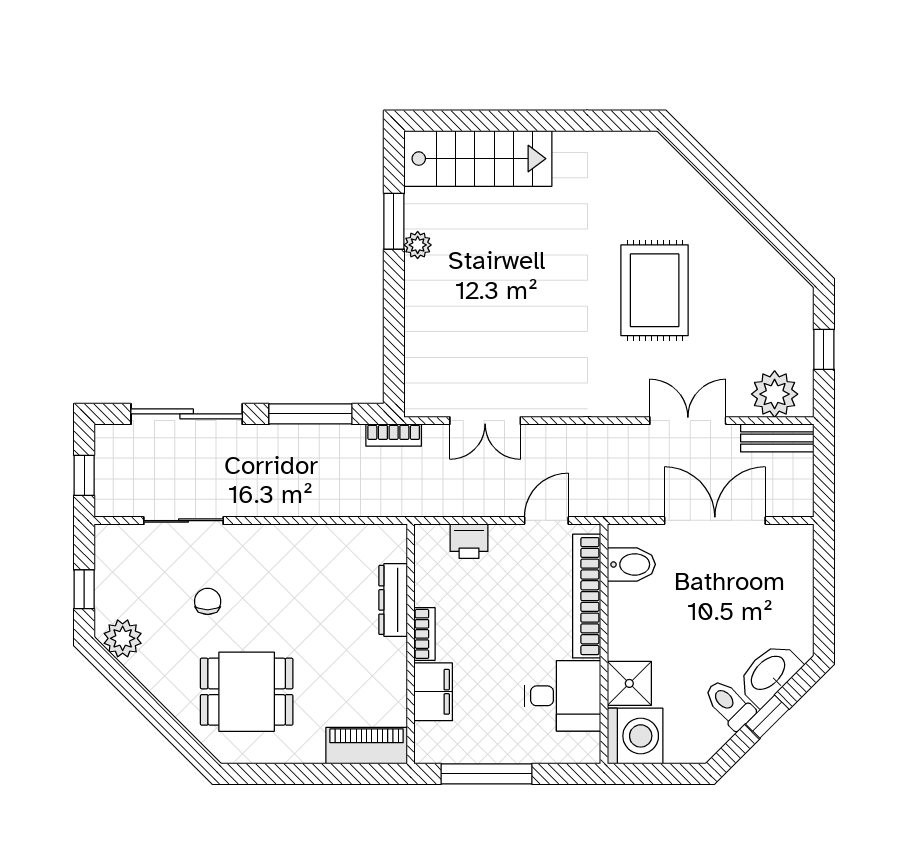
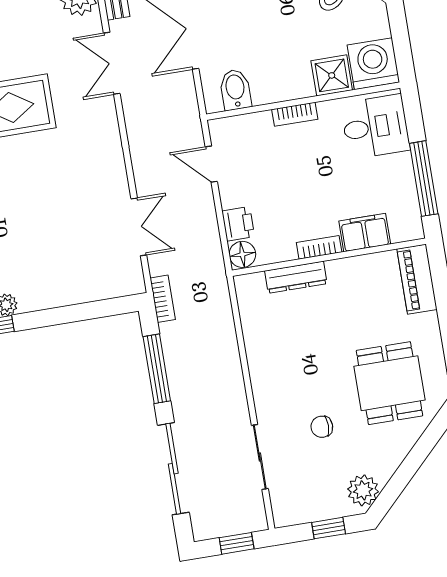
floor lamp: (431, 540) -> (242, 254), added
bookcase: (587, 596) -> (295, 114), width x0.43, depth x0.76
desk: (563, 696) -> (375, 127), moved, turned 90

